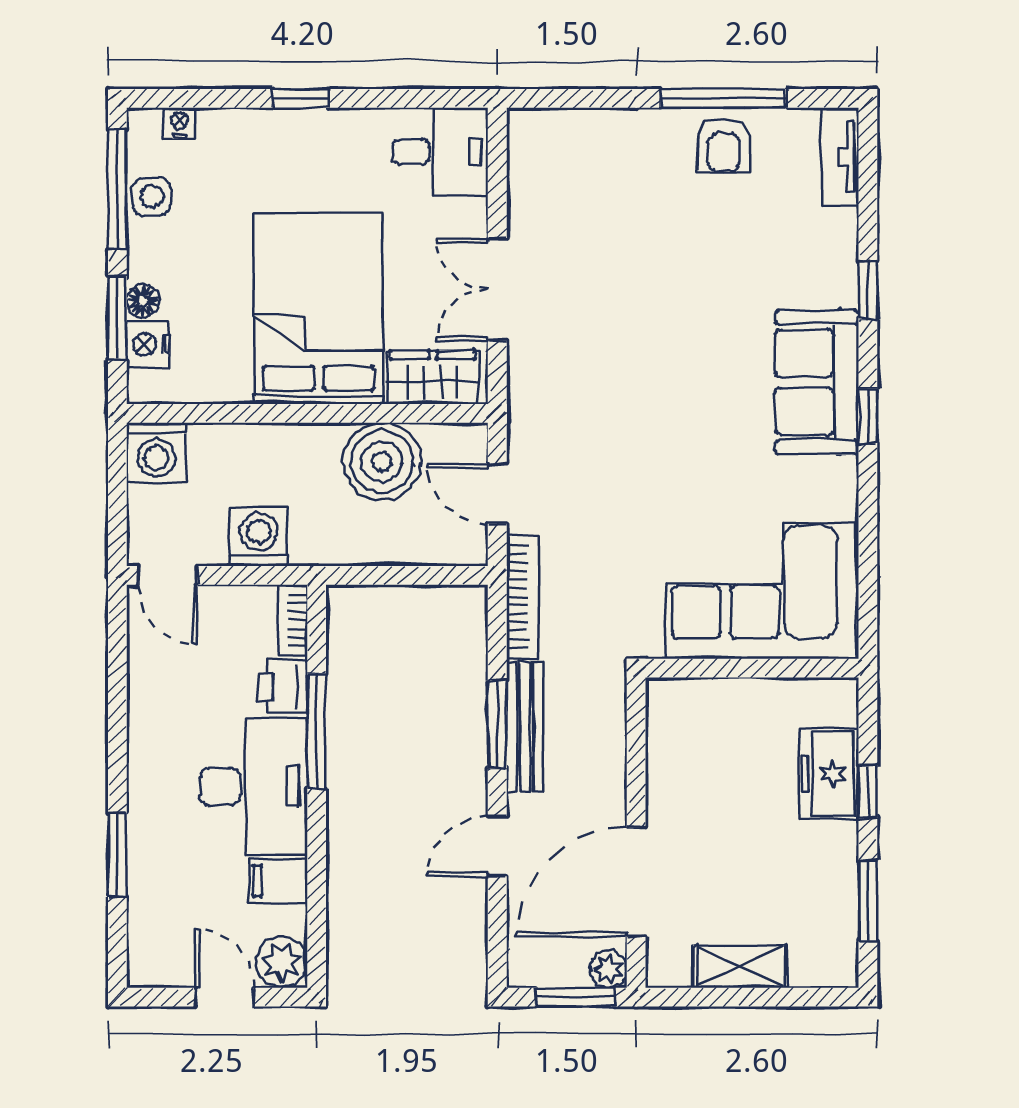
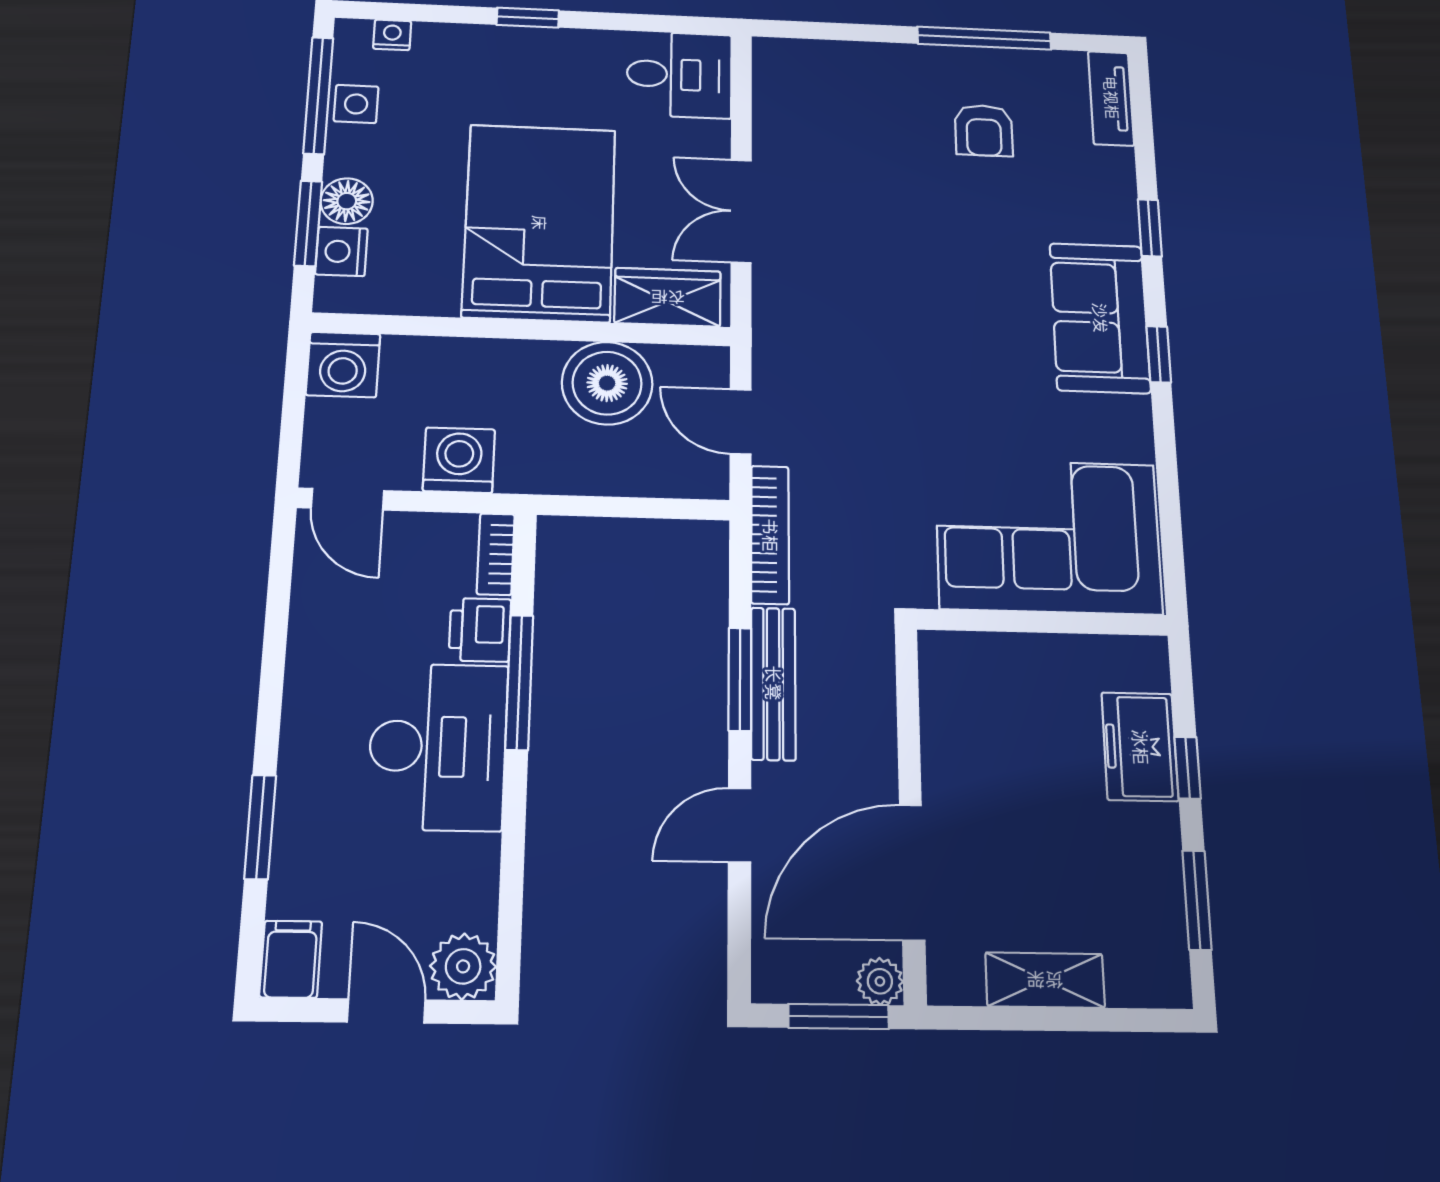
armchair: (724, 145) -> (984, 130), moved
floor lamp: (143, 301) -> (347, 201), width x1.37, depth x1.37
filing cabinet: (278, 881) -> (291, 959), moved, turned 90

